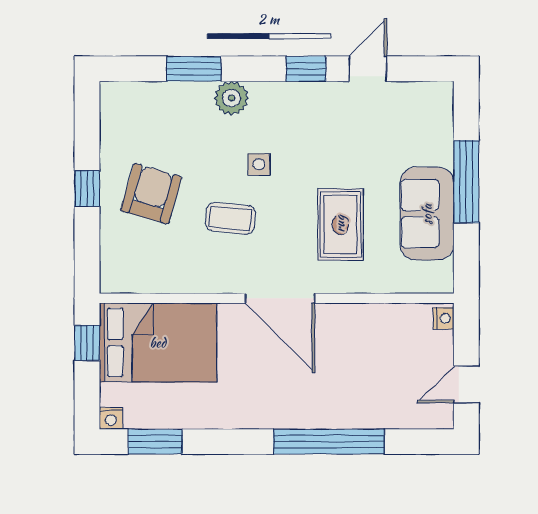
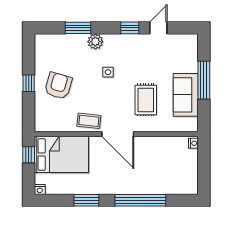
coffee table: (231, 218) -> (89, 121), moved
door: (466, 384) -> (204, 174), removed
window: (155, 442) -> (86, 200), moved

